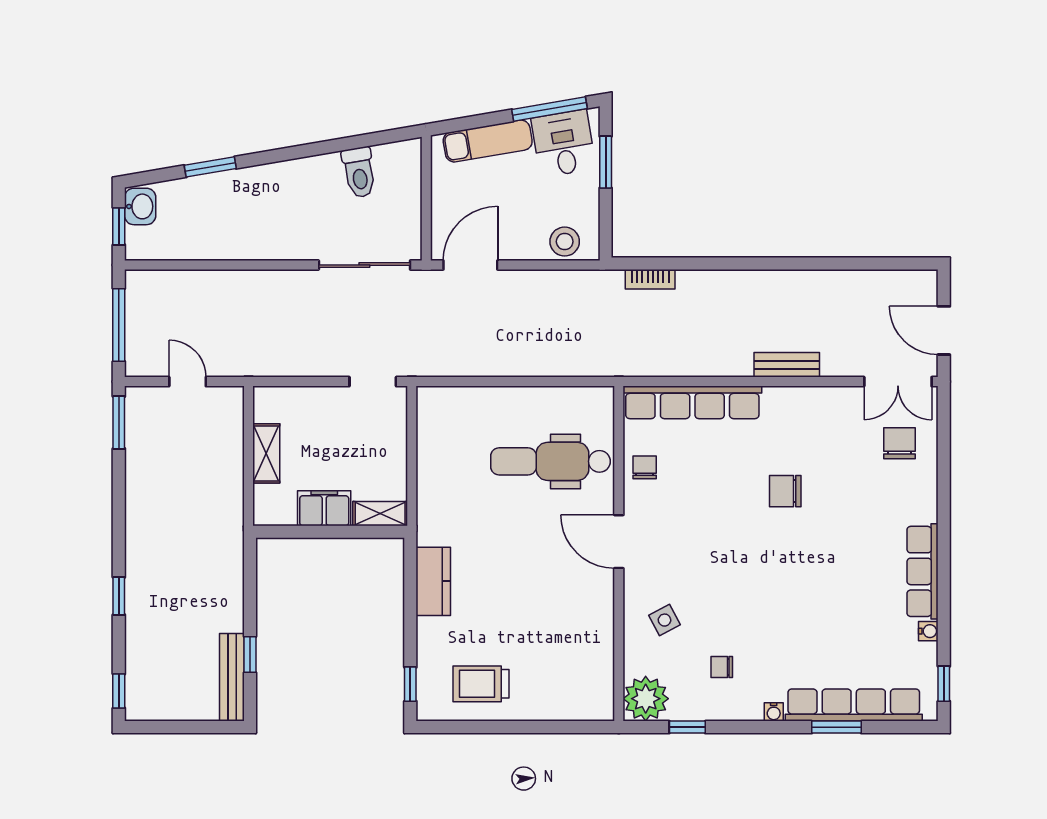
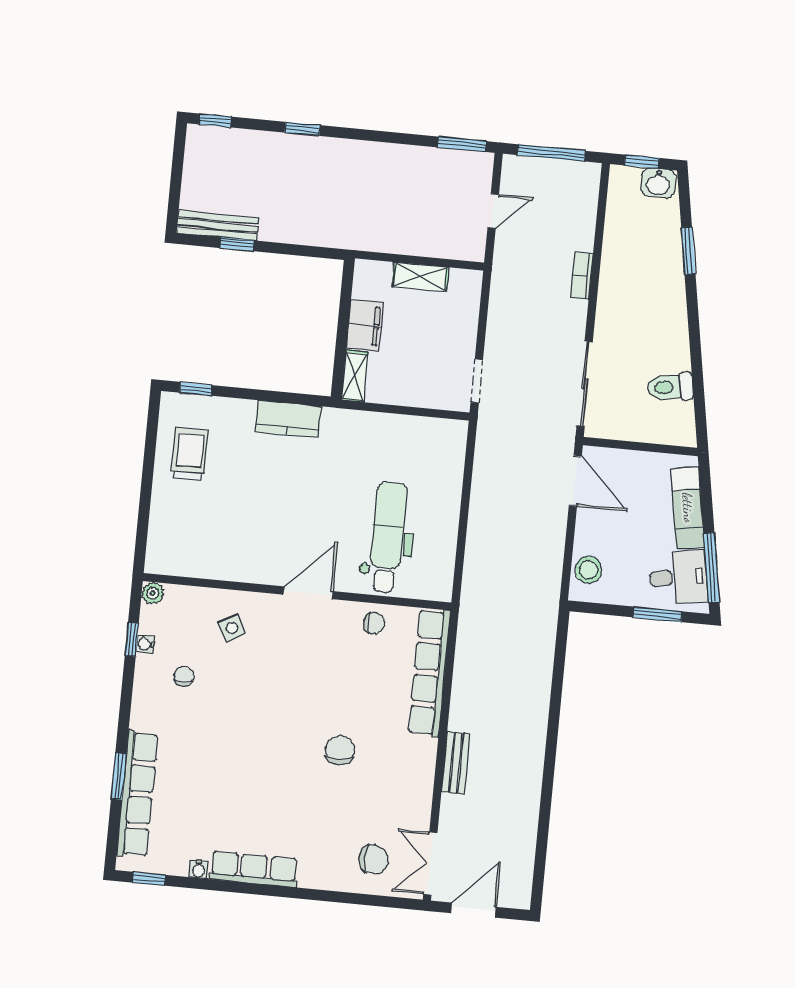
bookcase: (650, 279) -> (582, 276), moved
plant: (646, 699) -> (153, 593), width x0.53, depth x0.53
water cooler: (774, 712) -> (145, 644), moved

